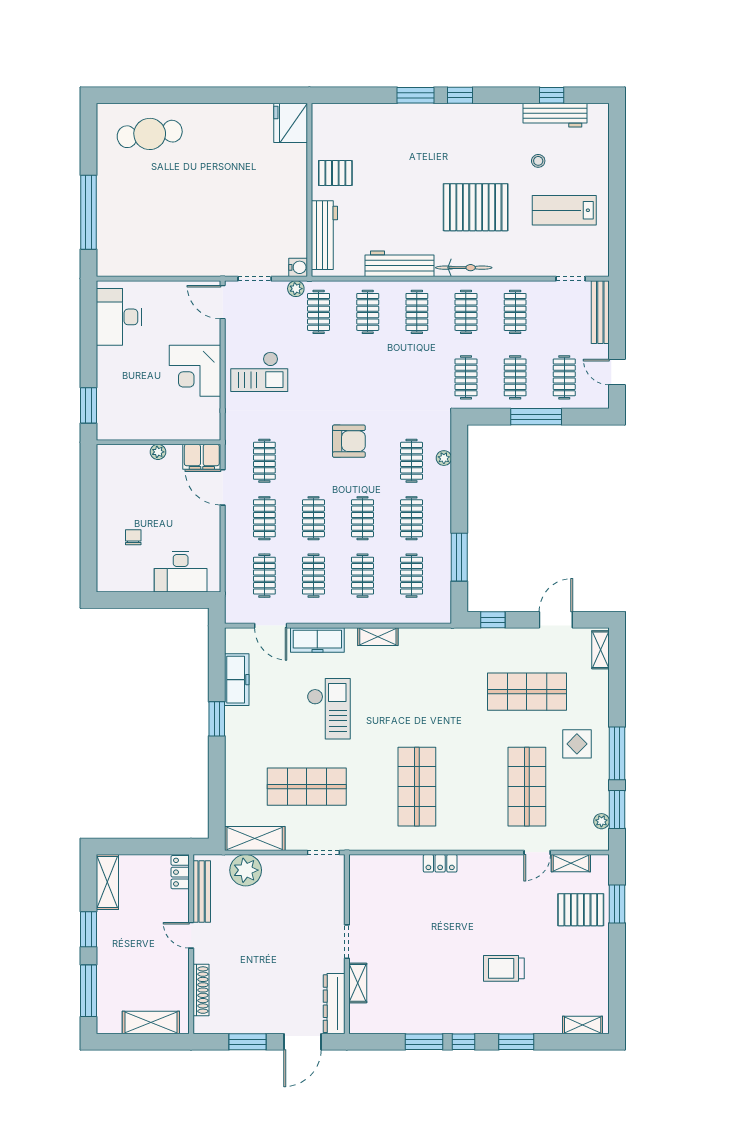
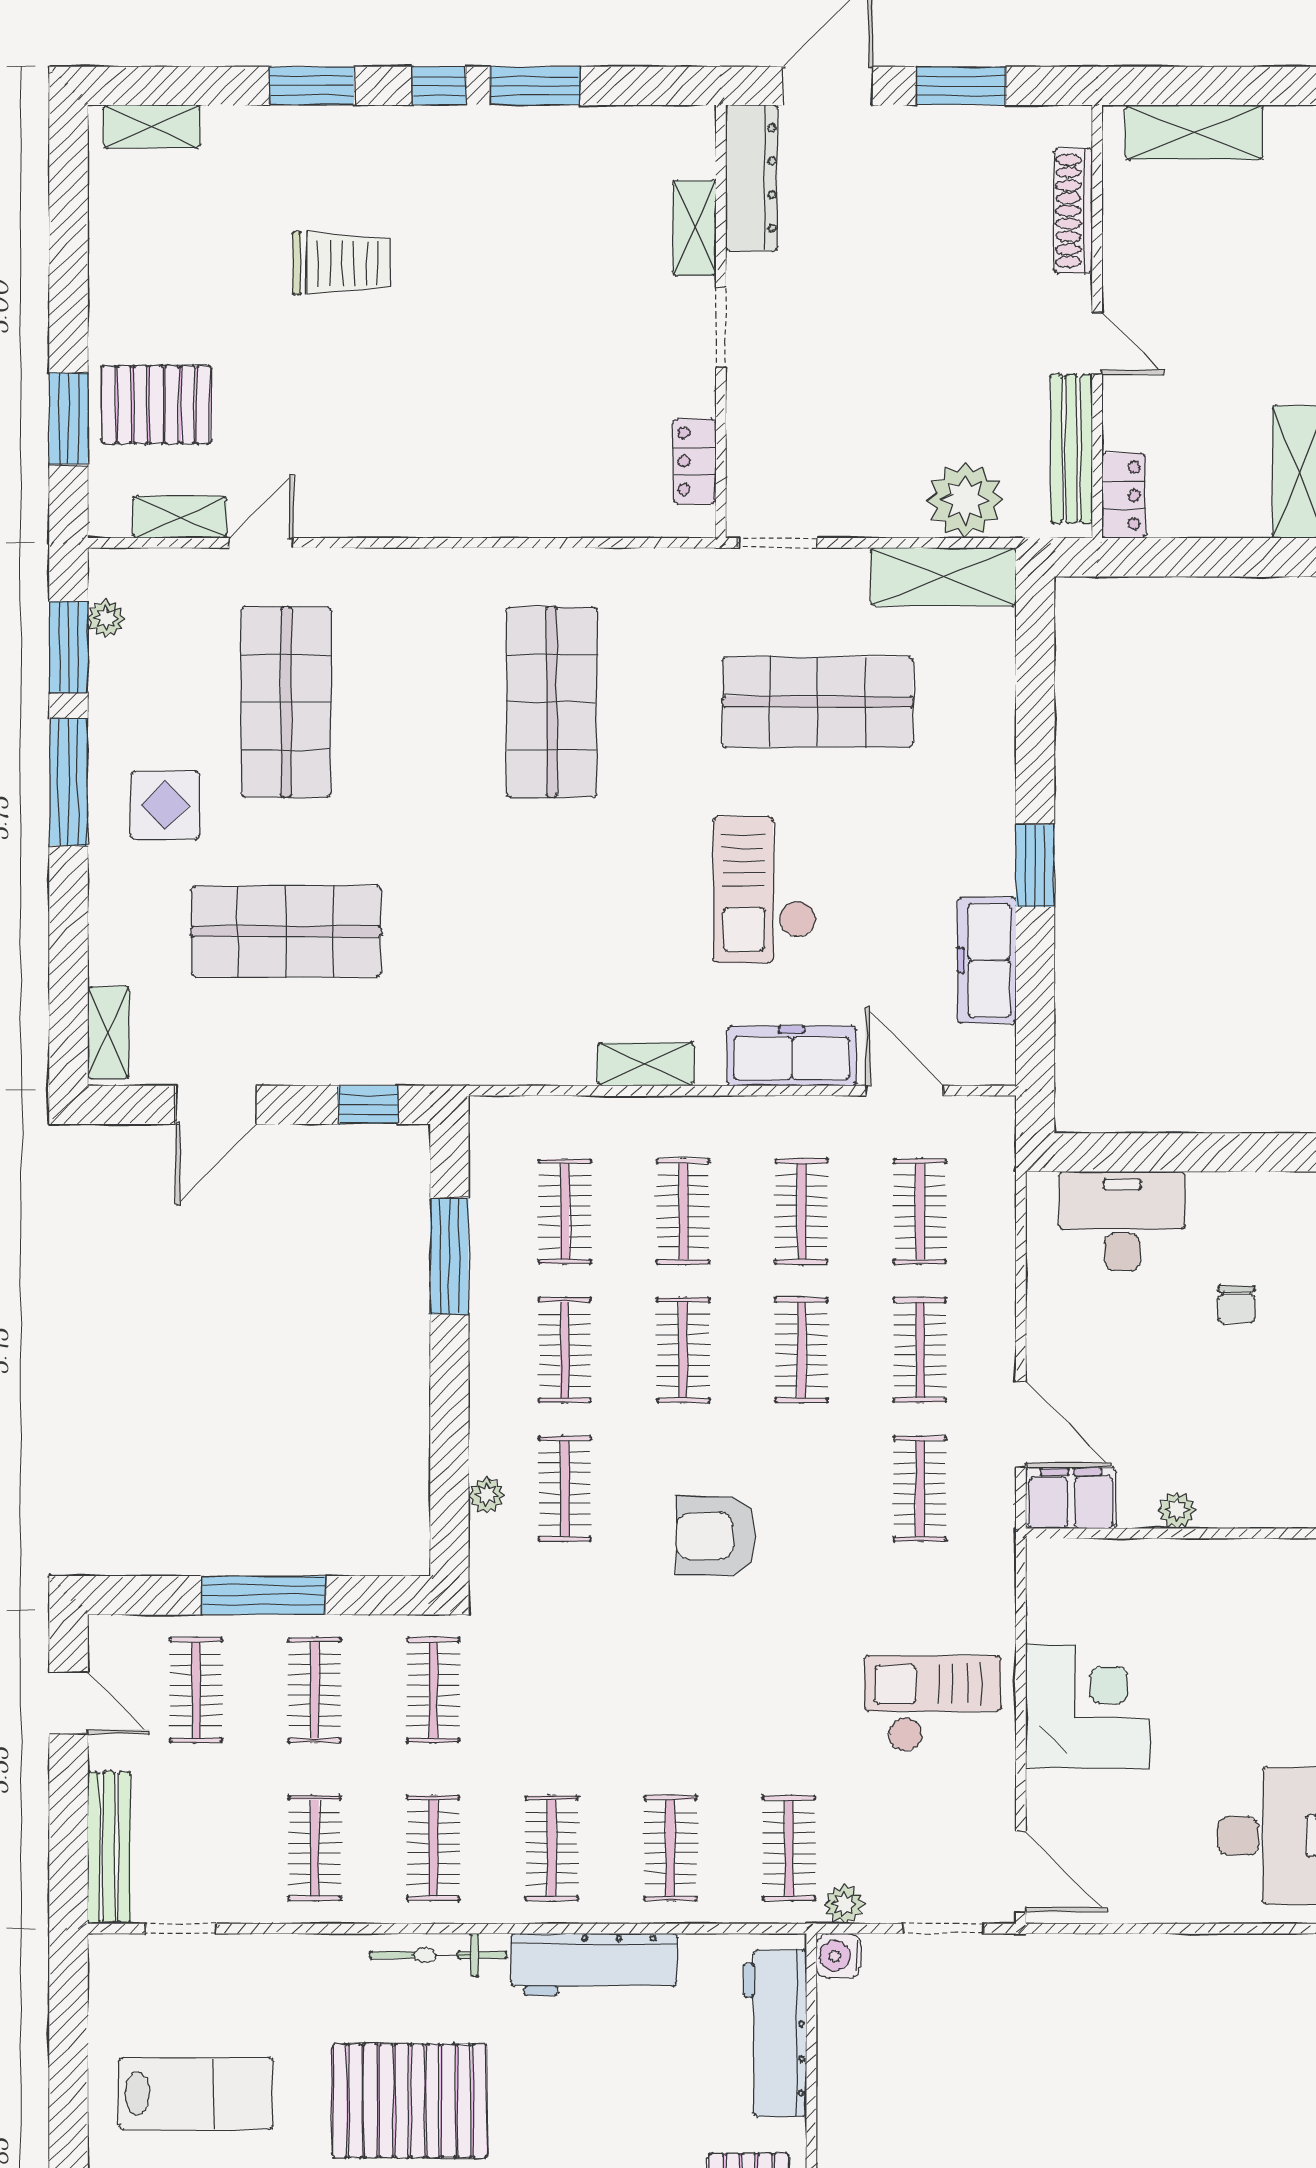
locker: (440, 863) -> (695, 461), moved, turned -90

